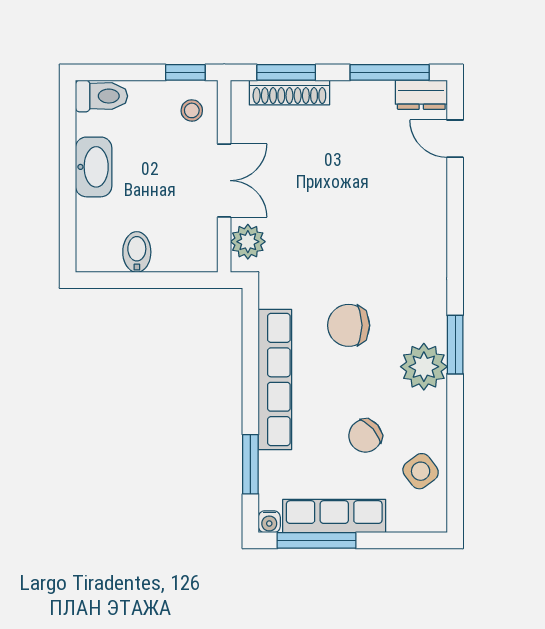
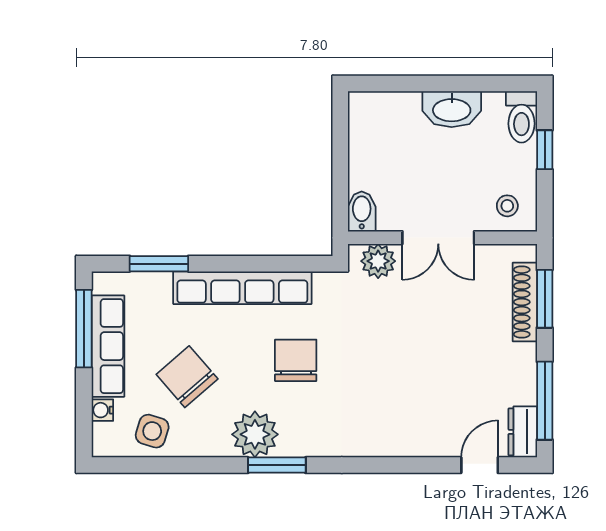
window: (185, 72) -> (545, 150), moved
bidet: (137, 252) -> (362, 212), moved, turned -90
chair: (365, 436) -> (187, 377), width x1.37, depth x1.37
side table: (421, 471) -> (152, 431), turned -36
water cooler: (269, 522) -> (102, 410), moved

